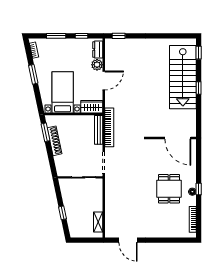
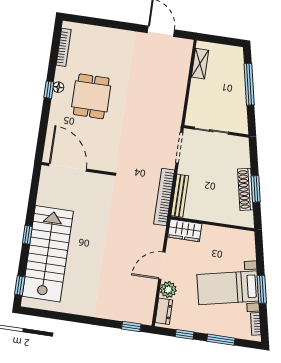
bed with nightstands: (63, 92) -> (228, 288), moved, turned 78
window: (46, 132) -> (256, 189), moved
window: (63, 213) -> (249, 84), width x2.17

